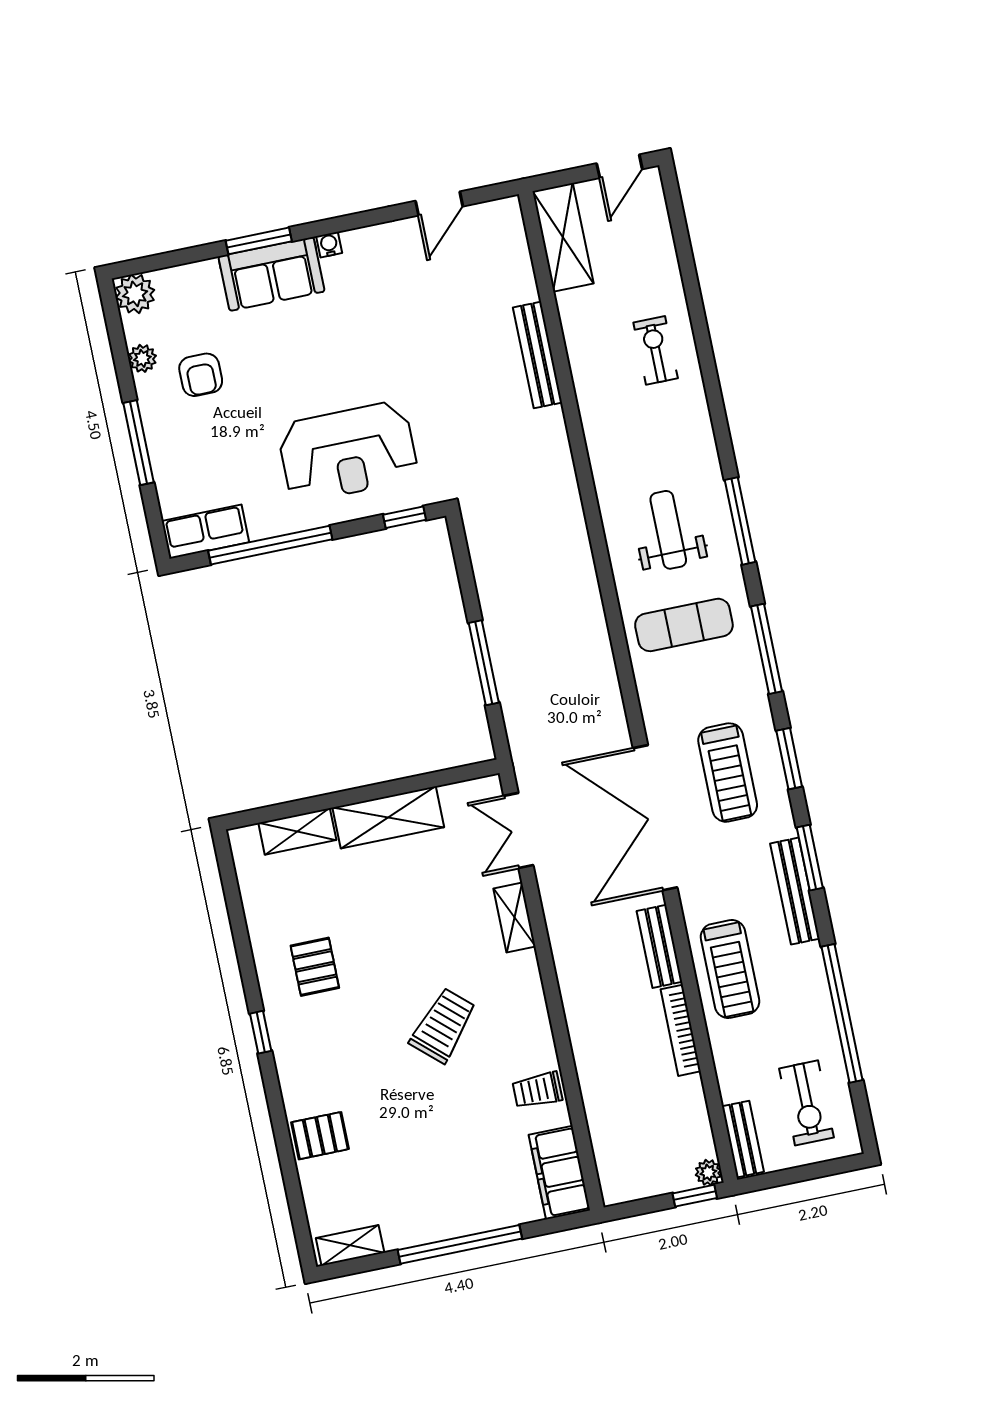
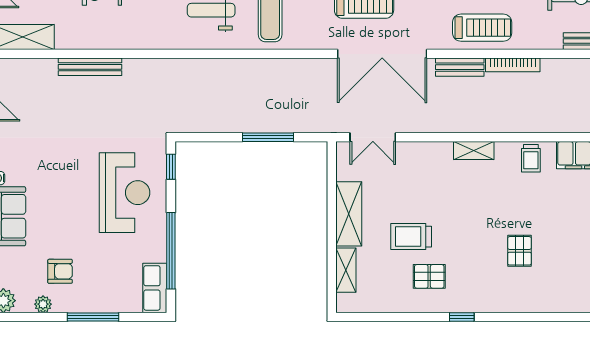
shelving: (514, 917) -> (474, 151), moved
trolley: (443, 1025) -> (411, 237), moved, turned -42
pallet: (320, 1136) -> (519, 251), moved

